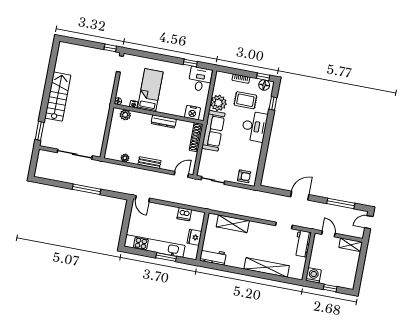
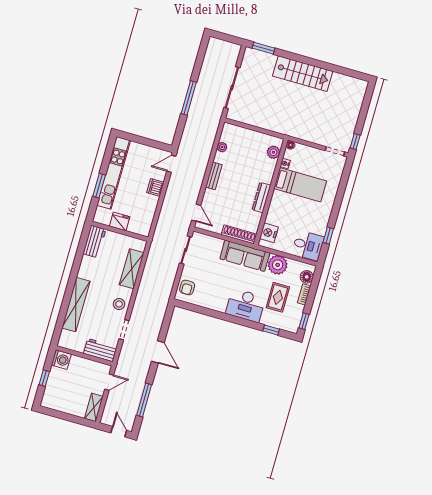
floor lamp: (264, 85) -> (307, 277), moved
dishwasher: (184, 214) -> (155, 187), moved
stool: (263, 232) -> (119, 304), added

